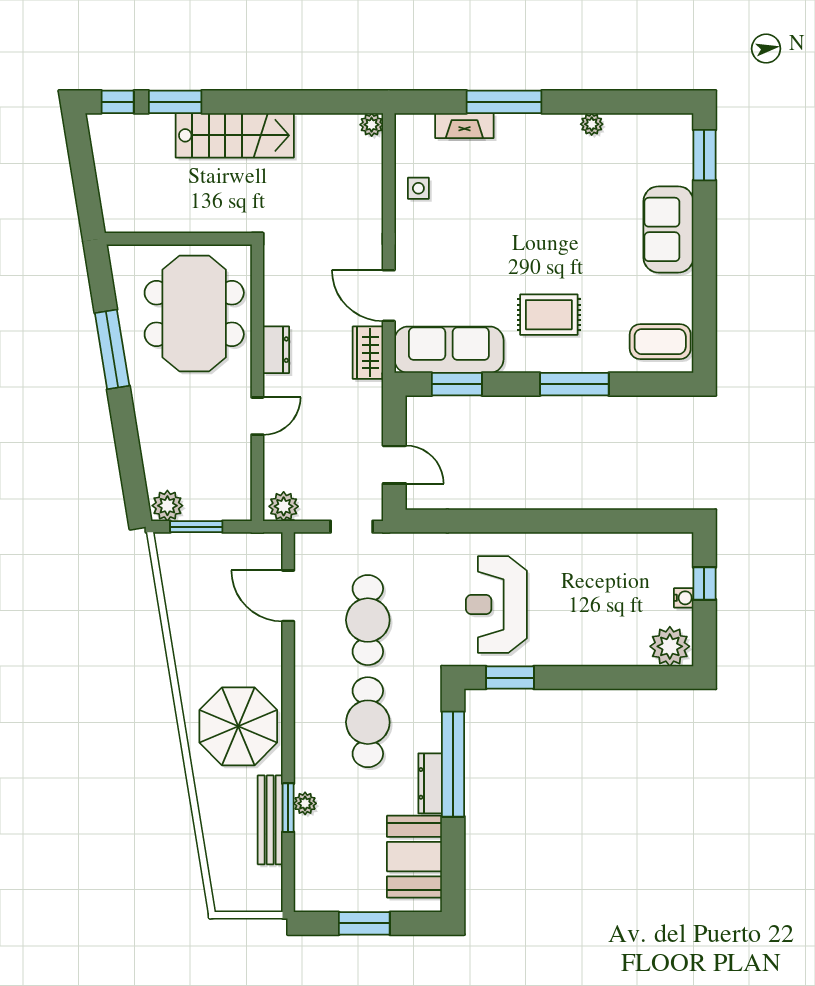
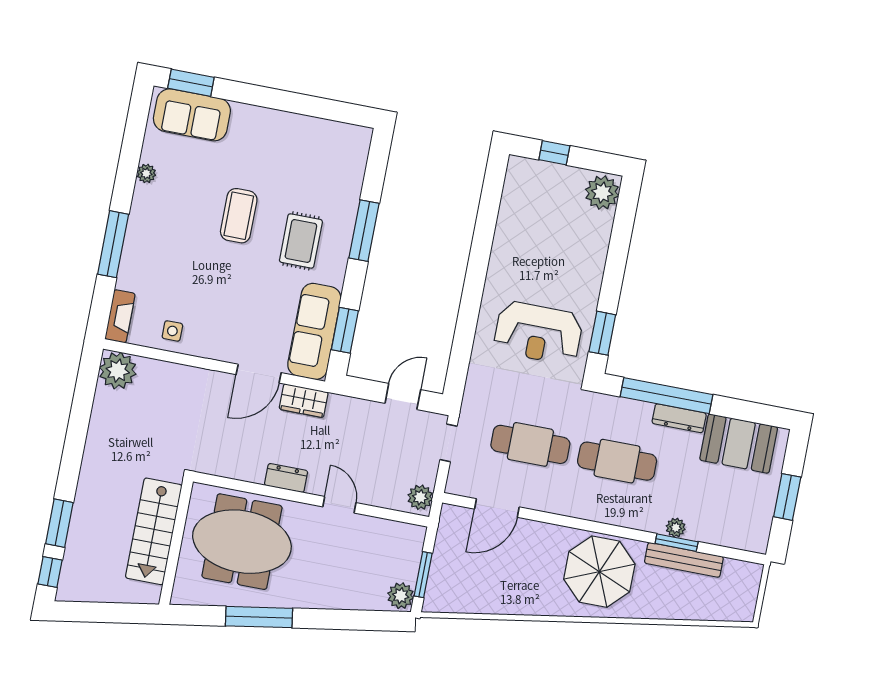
plant: (372, 125) -> (118, 371), width x1.87, depth x1.87
fireplace: (464, 126) -> (120, 316), moved
stairs: (235, 135) -> (154, 531), moved, turned 180
sofa: (668, 229) -> (192, 115), moved
coffee table: (660, 342) -> (239, 216), moved
water cooler: (684, 598) -> (563, 173), removed

